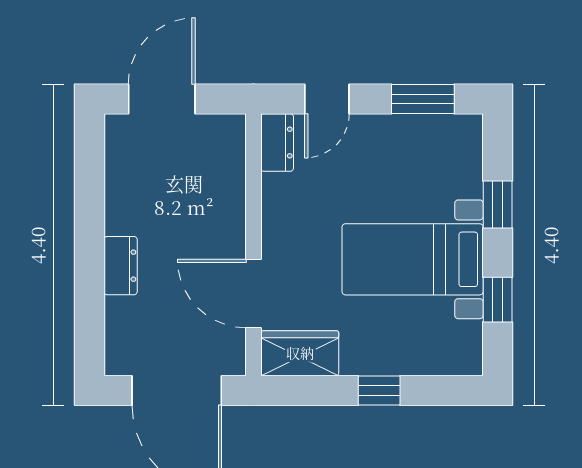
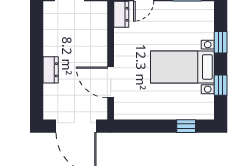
wardrobe: (300, 353) -> (131, 109), removed
window: (379, 390) -> (186, 126), moved

